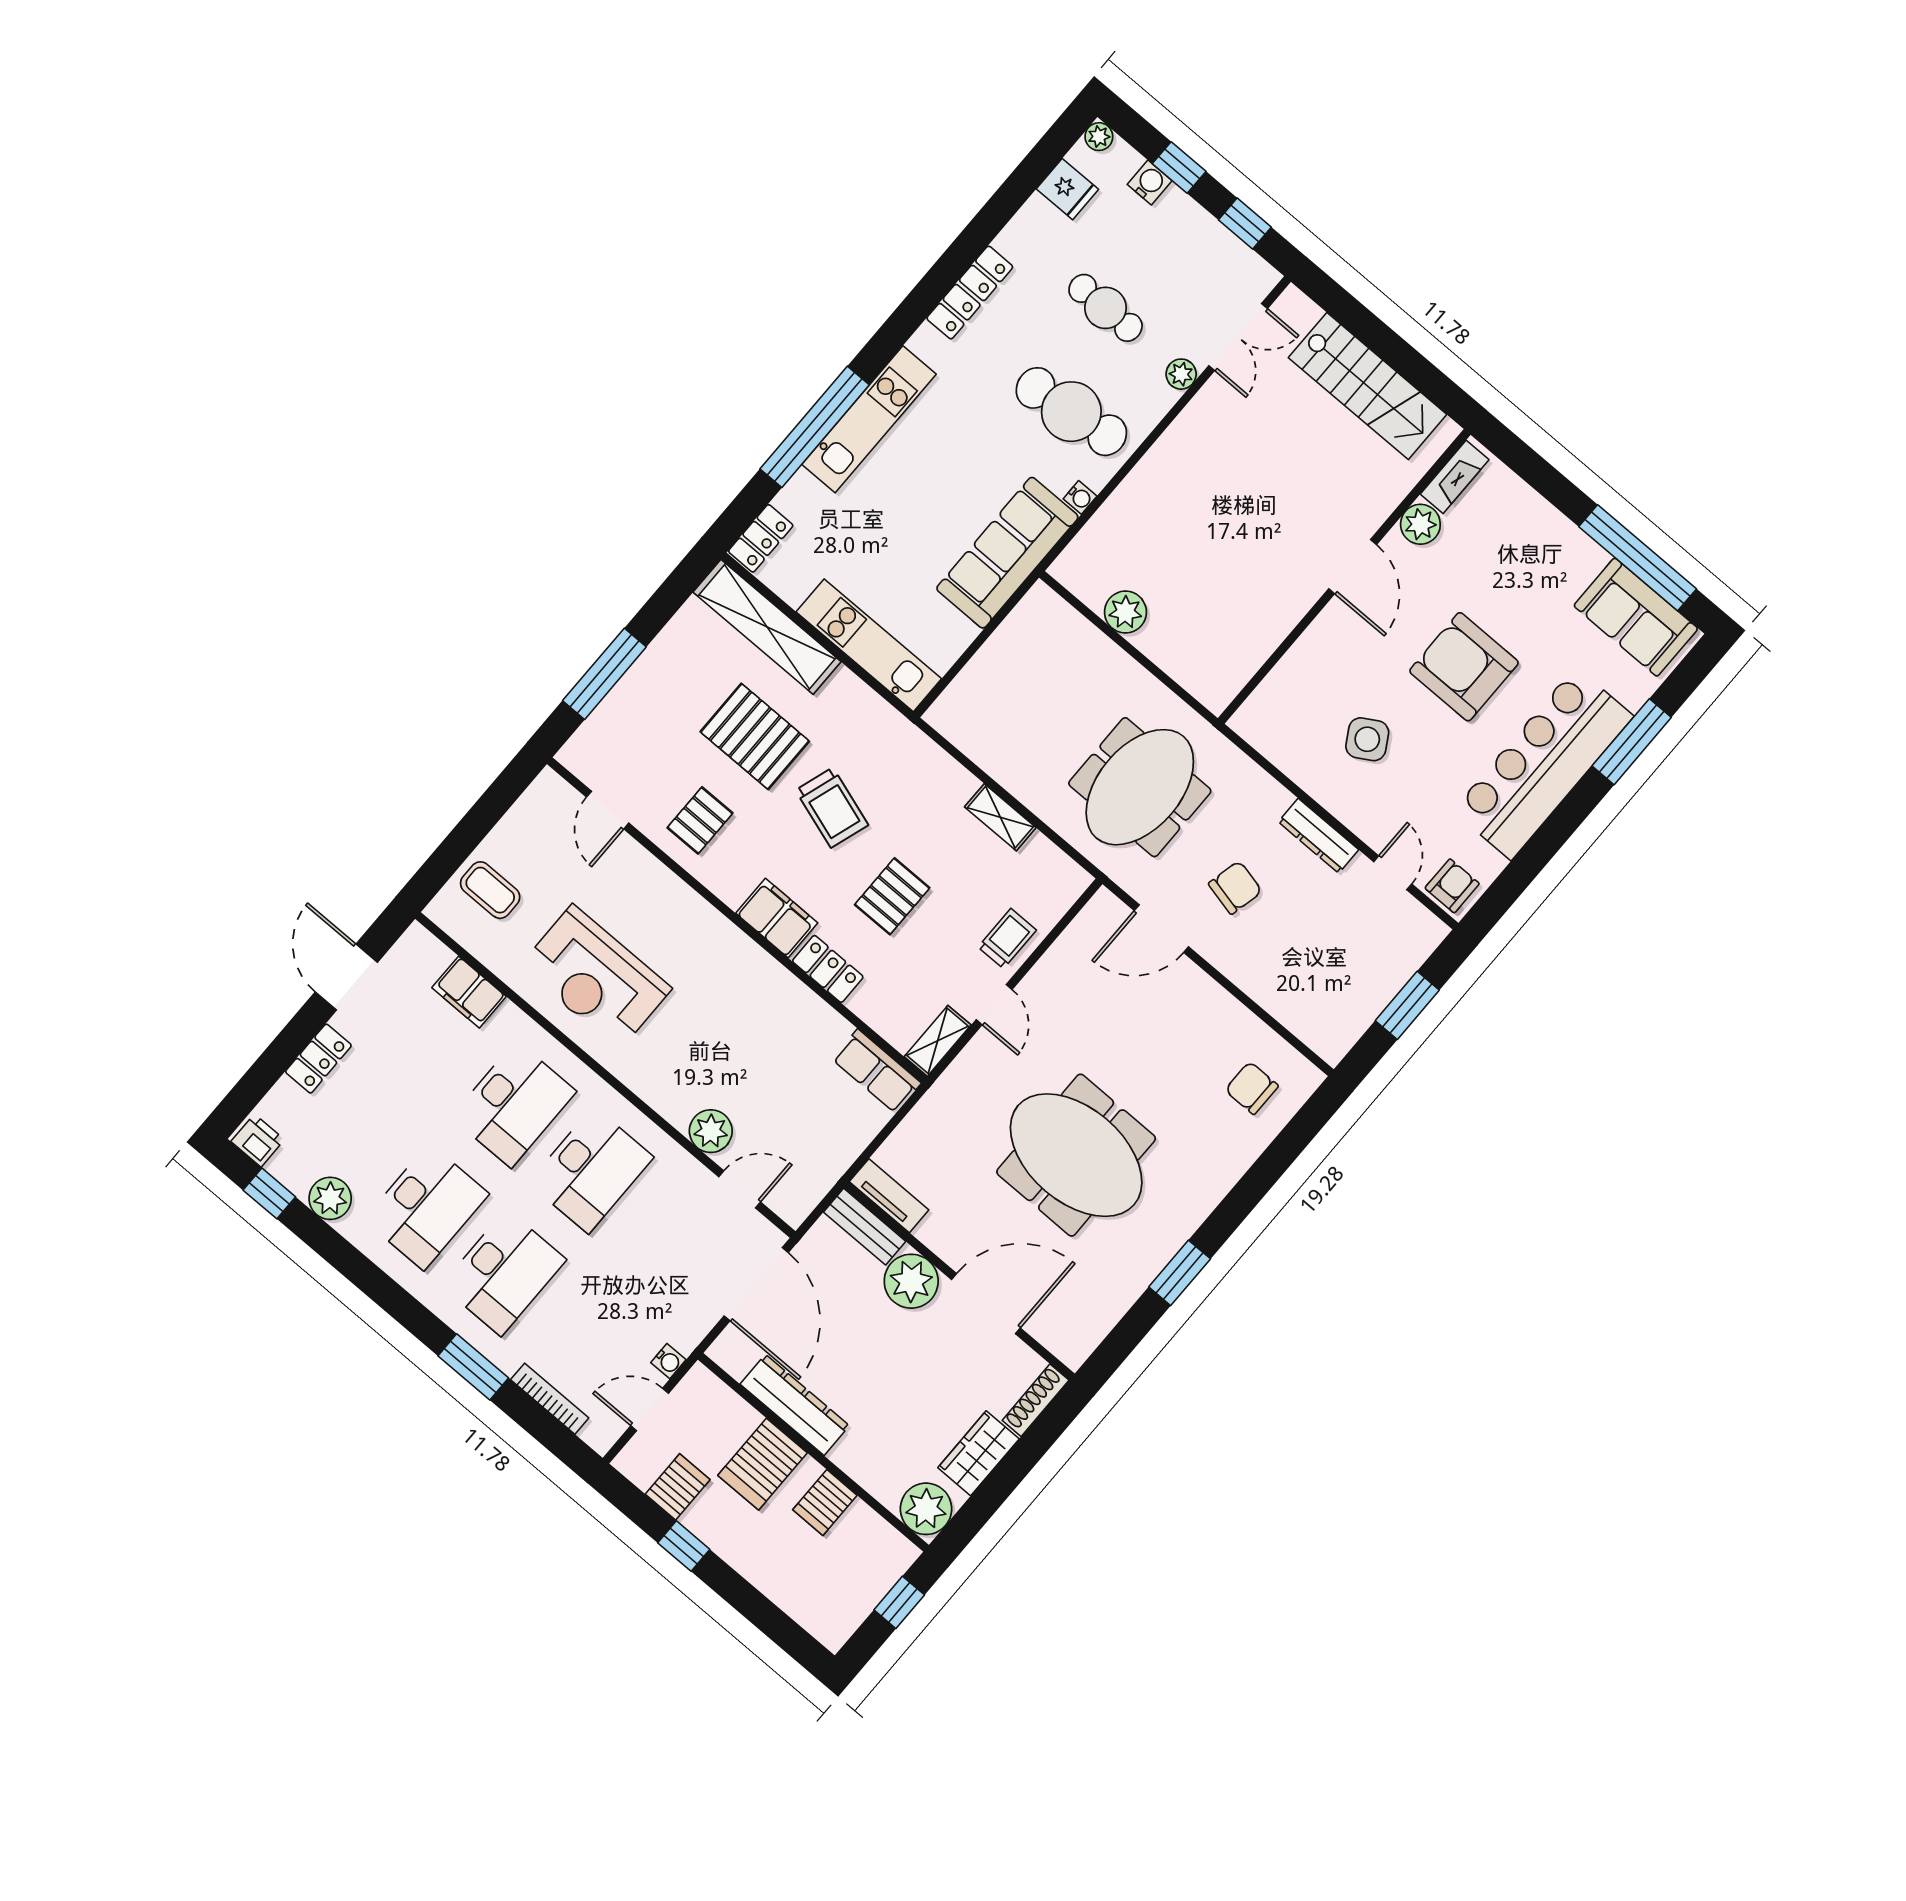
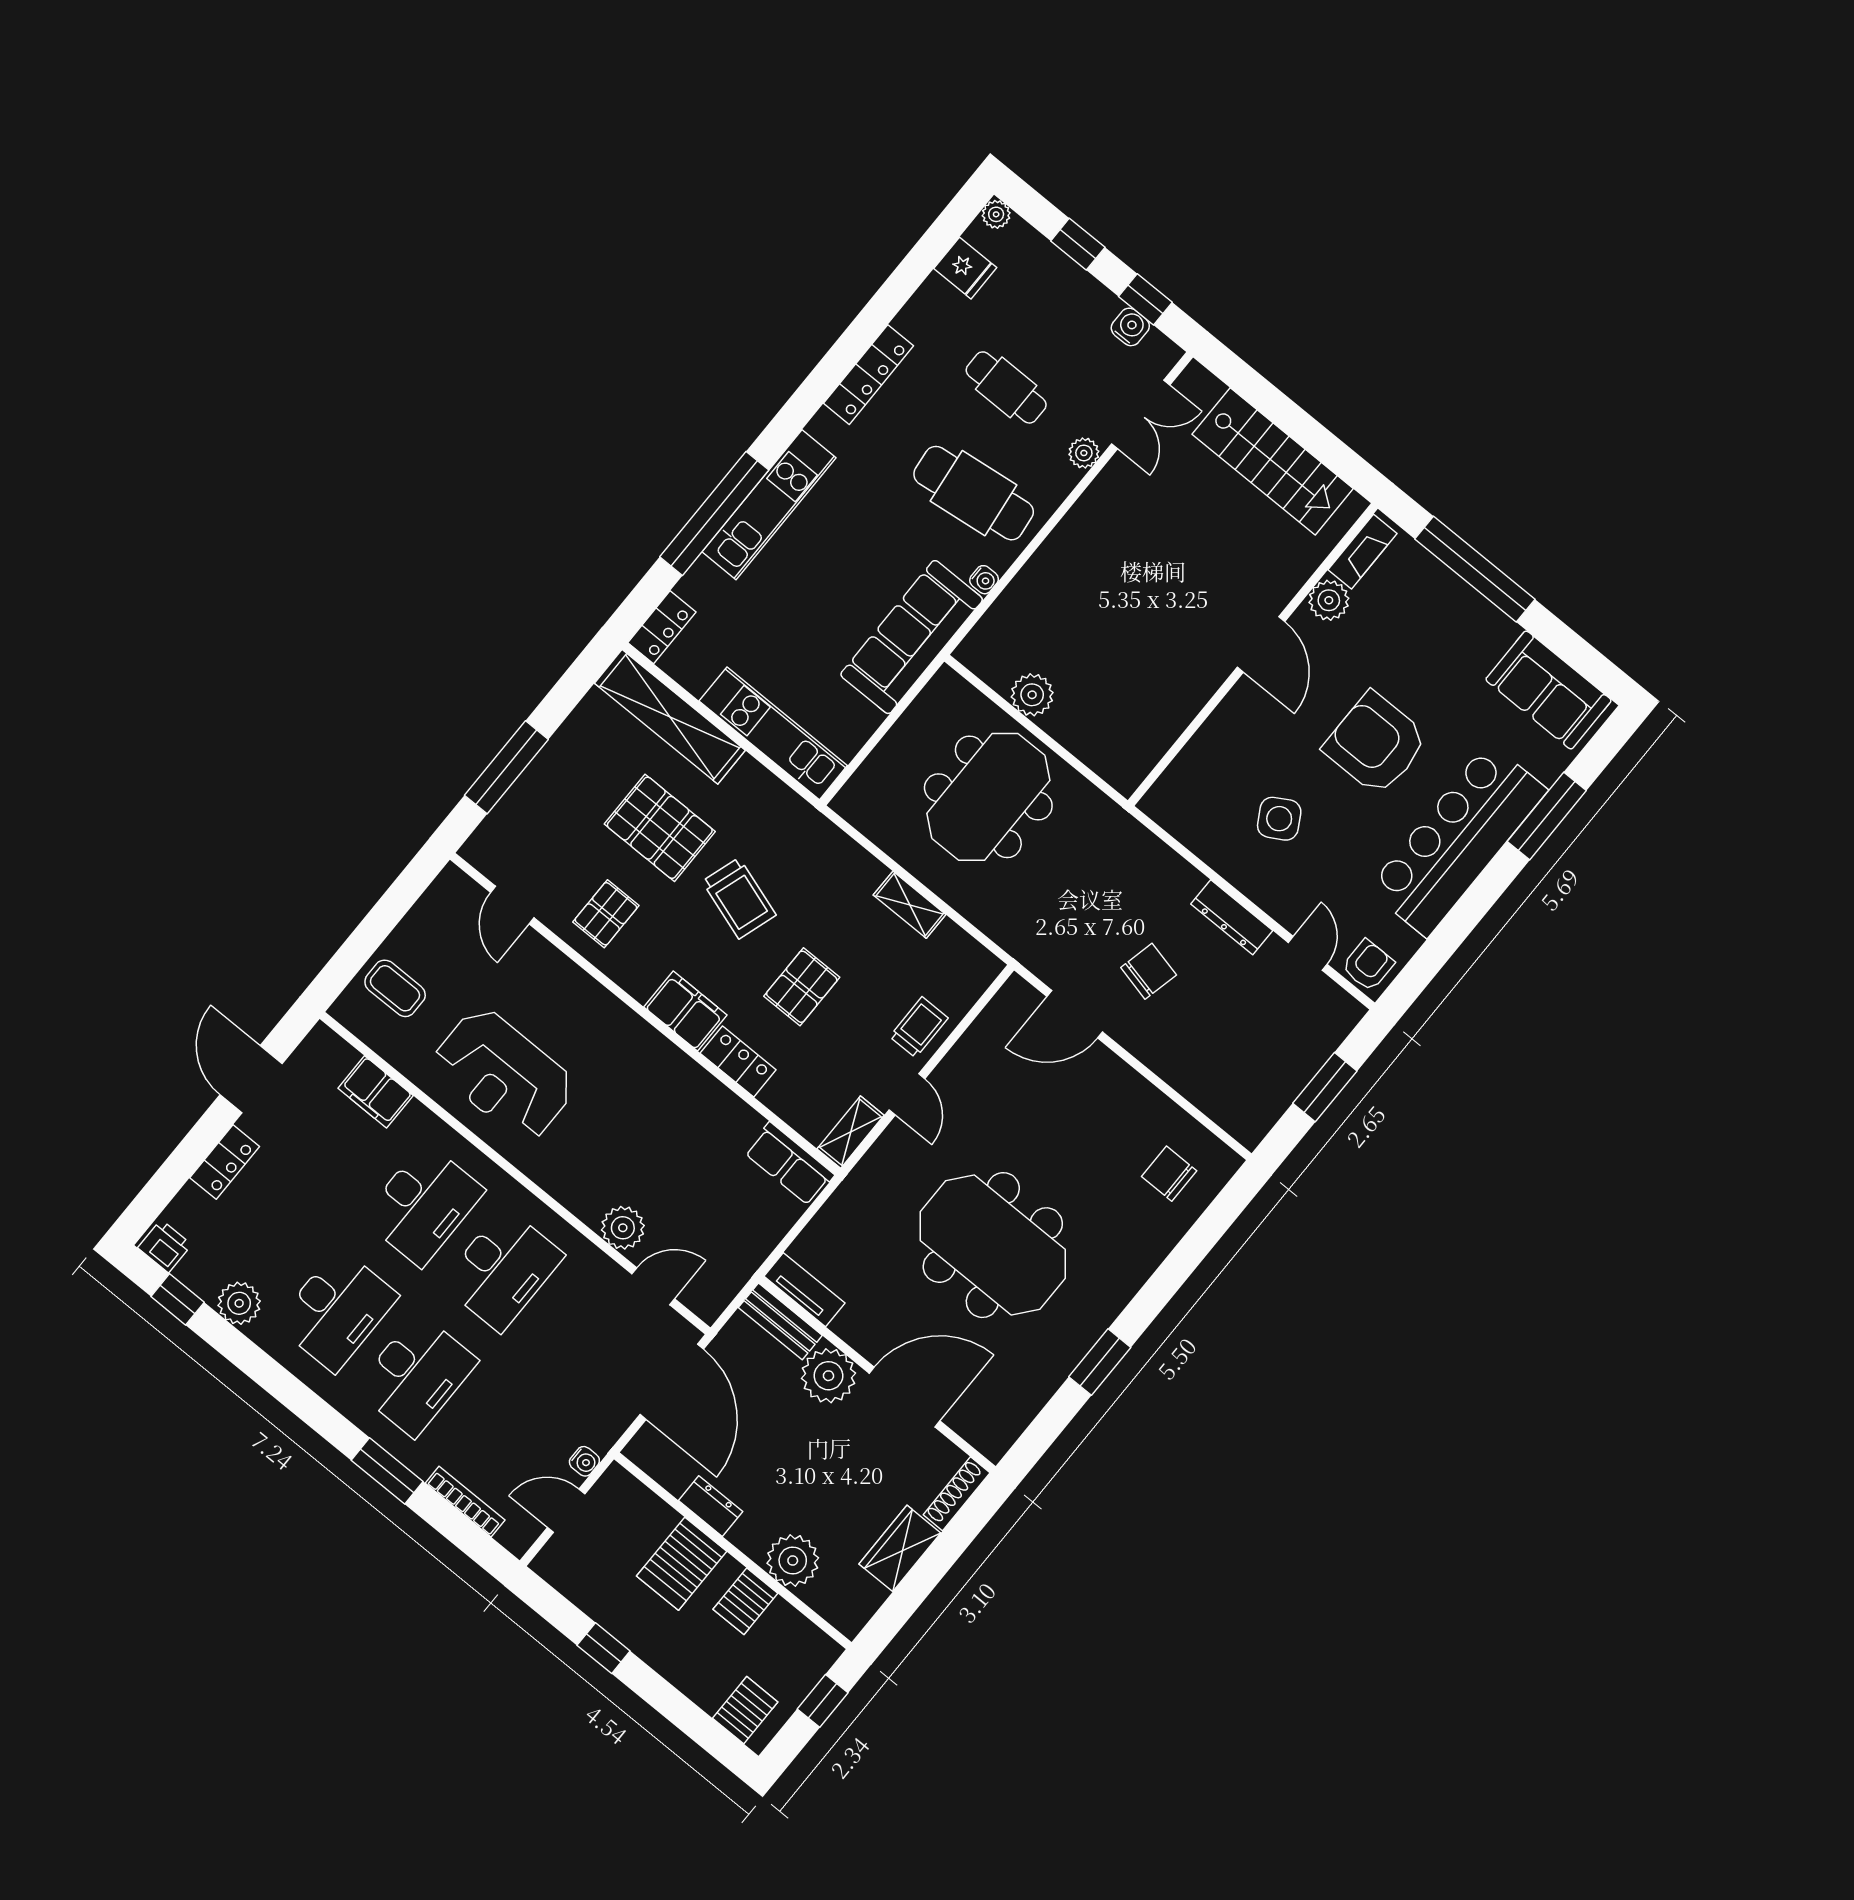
water cooler: (1150, 183) -> (1130, 327), moved
window: (1638, 558) -> (1475, 569), moved
meeting table: (1140, 787) -> (988, 797), moved
dresser: (795, 1405) -> (711, 1506), width x0.51, depth x0.80
server rack: (678, 1487) -> (745, 1710), moved
plant: (926, 1509) -> (793, 1561), moved

